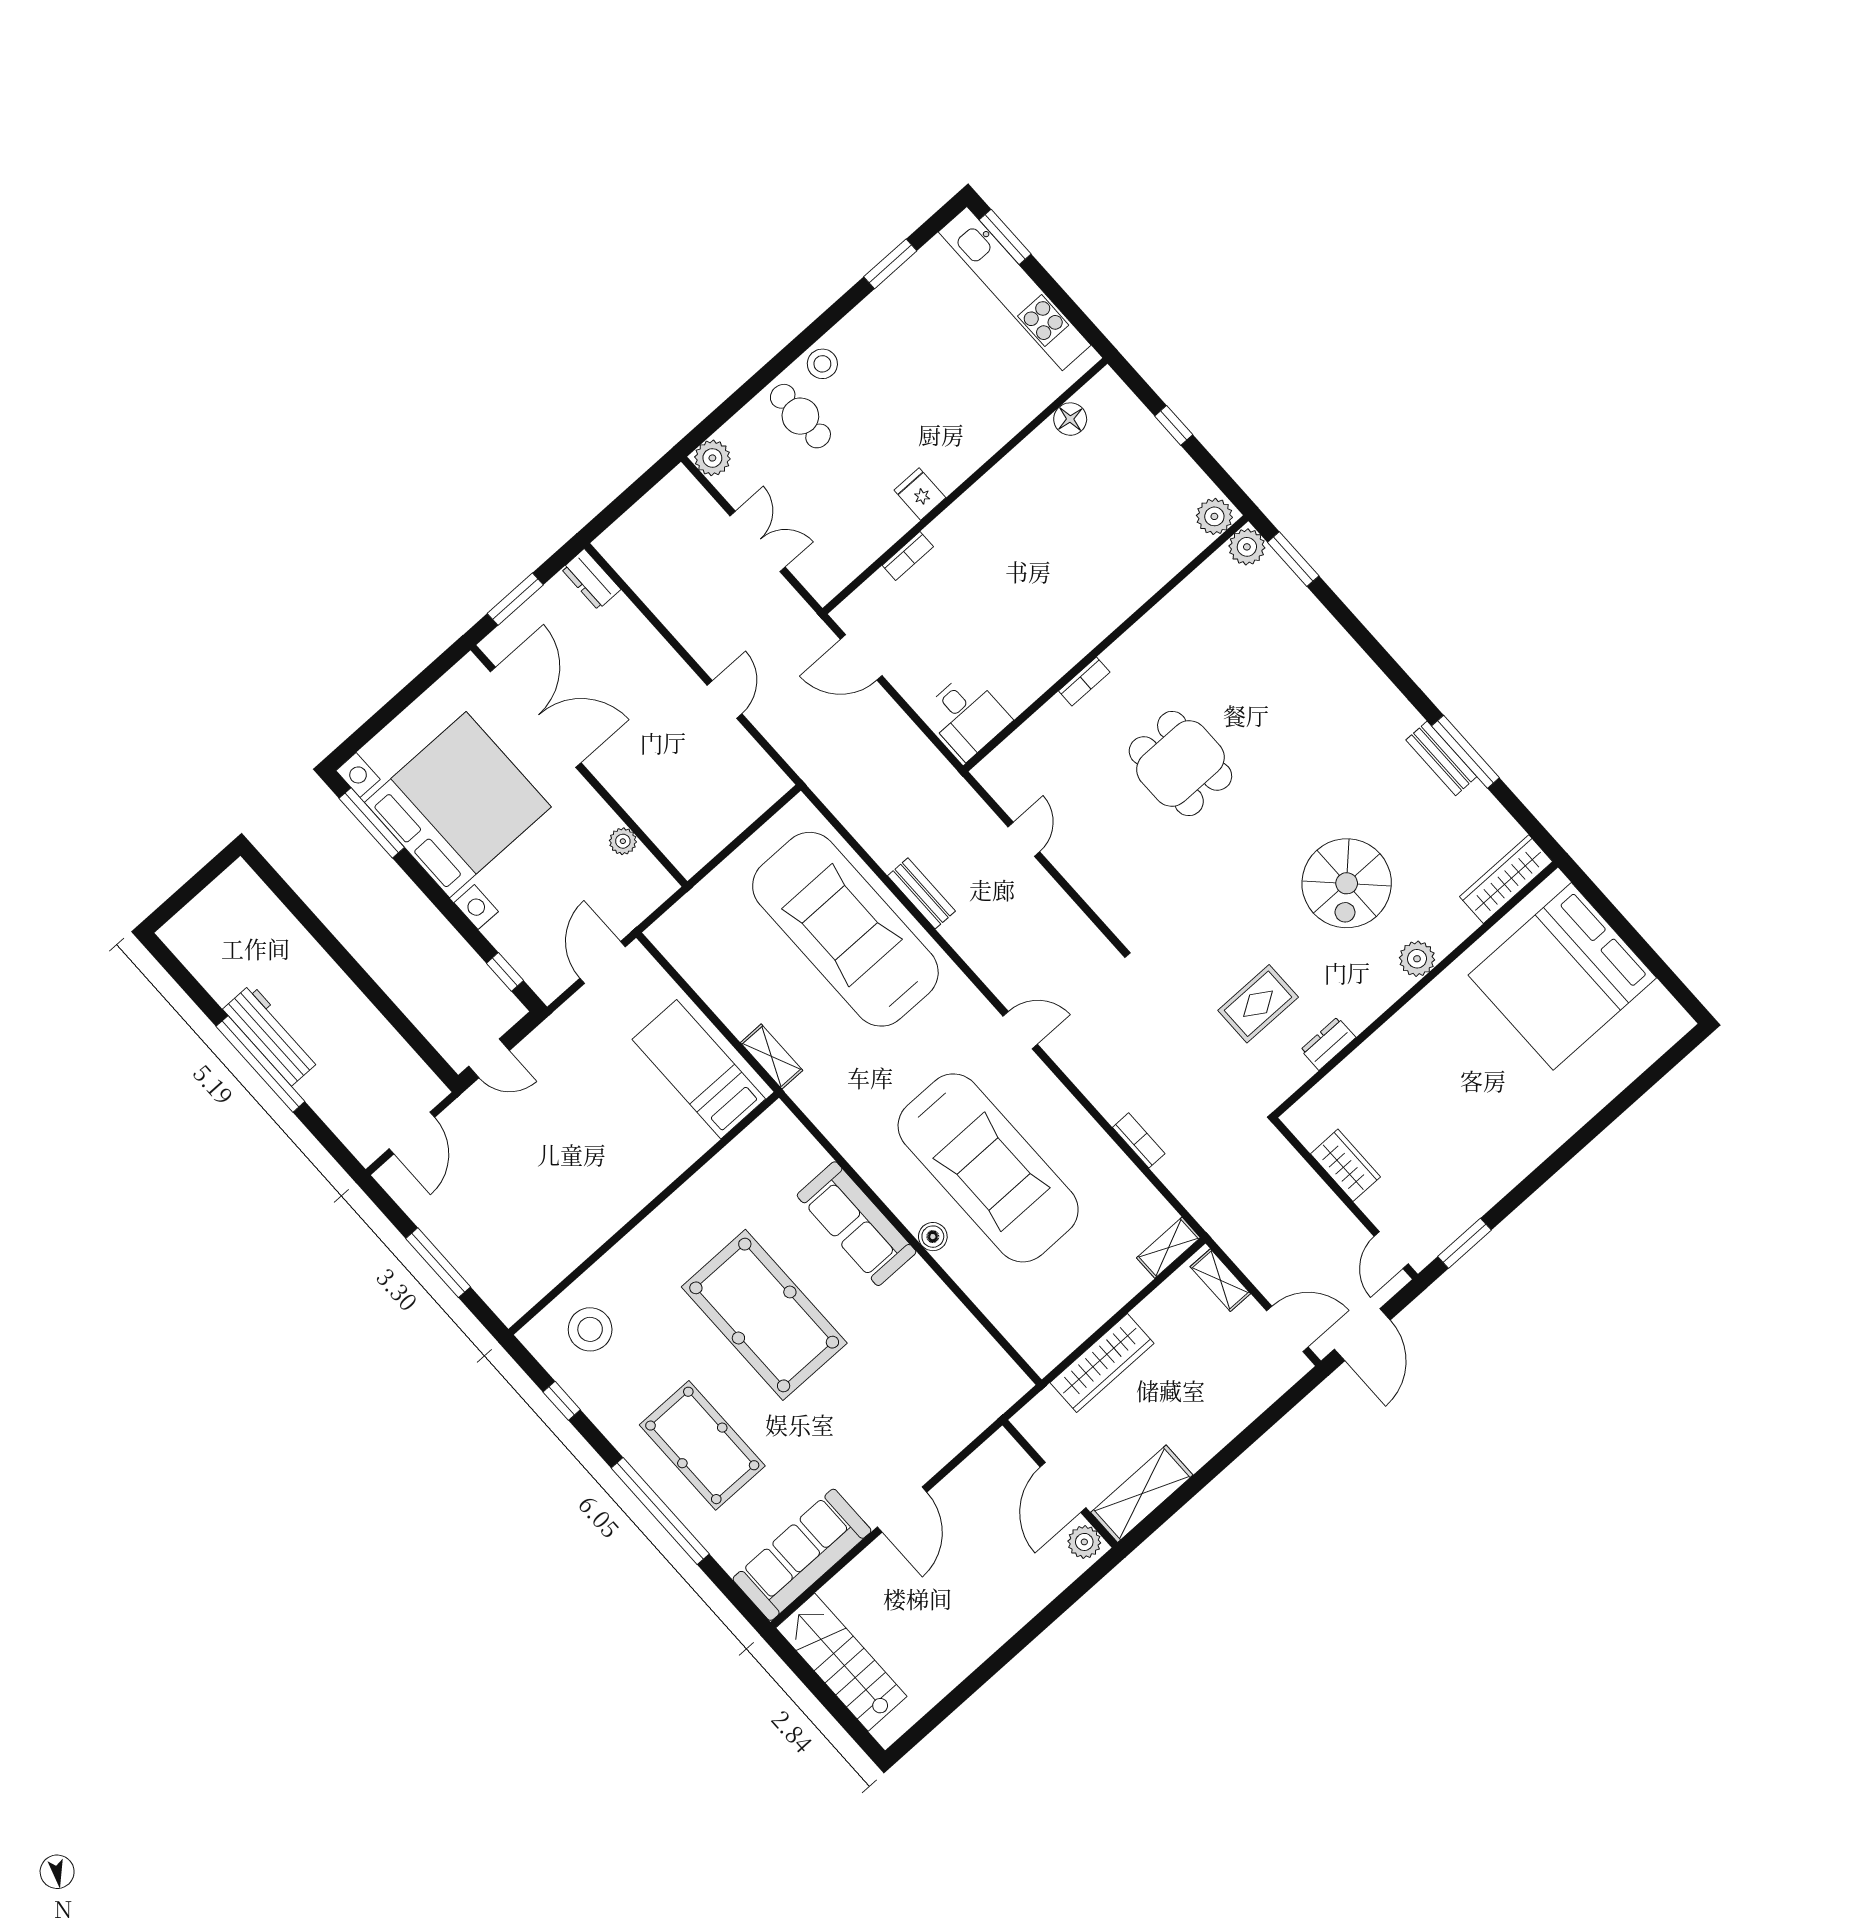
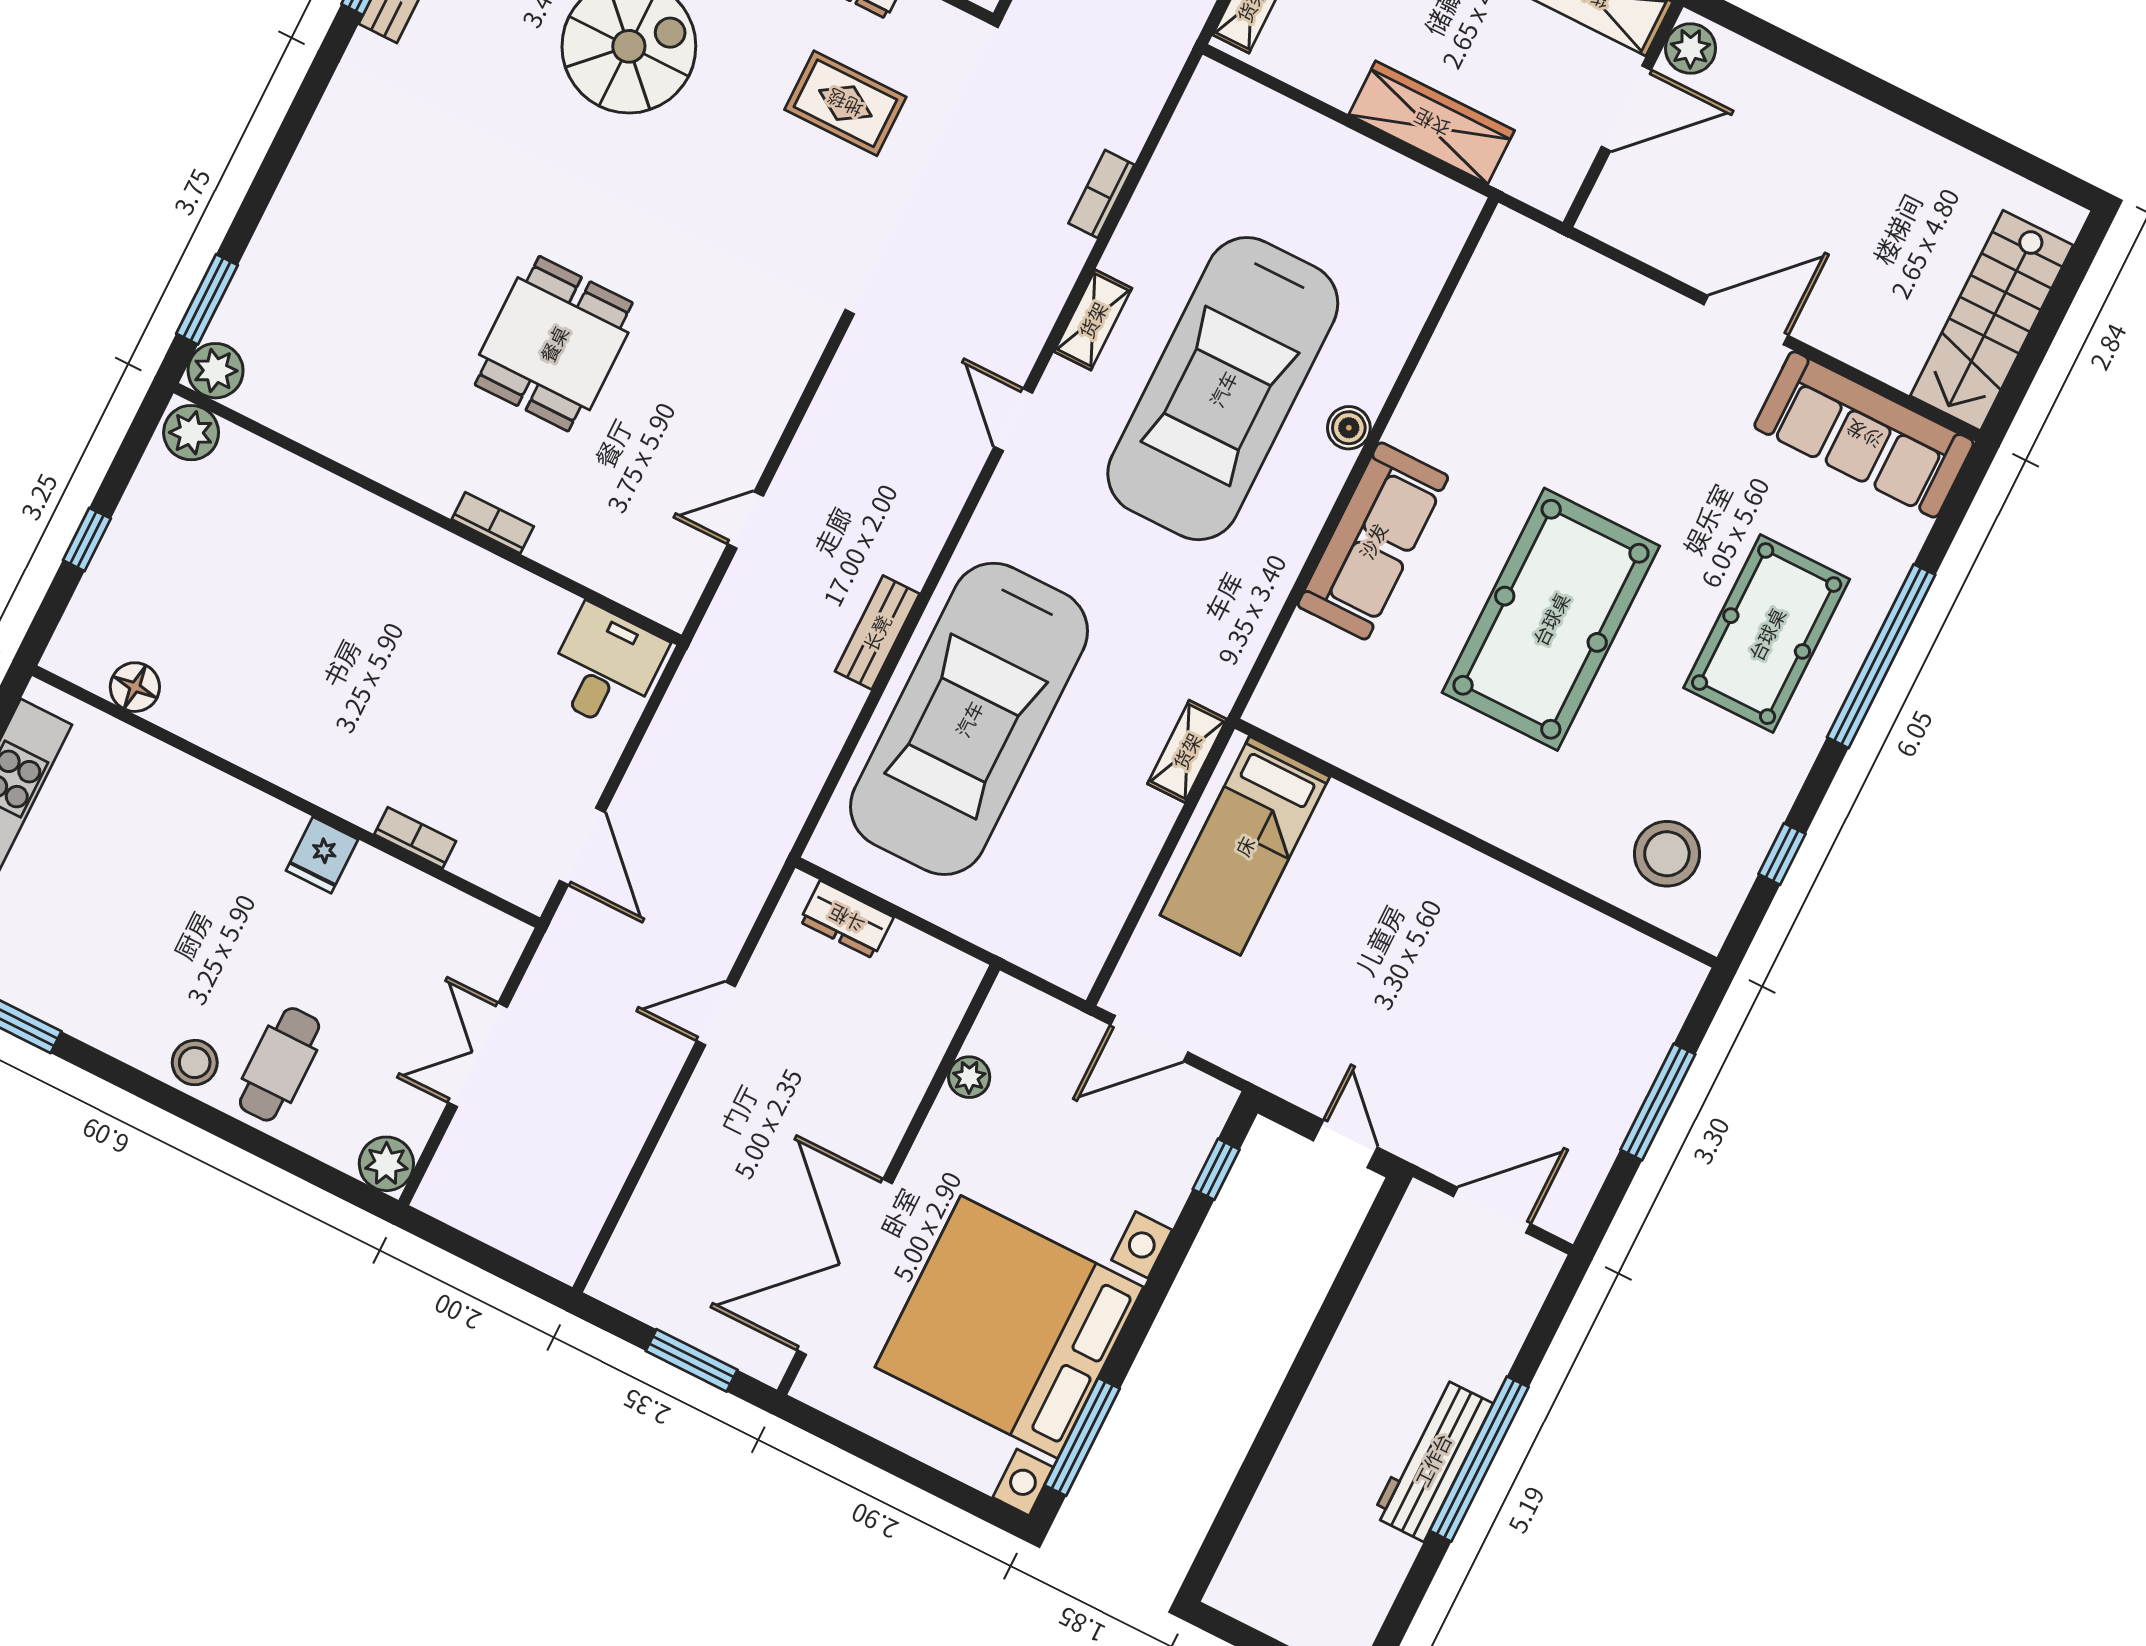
dresser: (591, 579) -> (847, 919), moved, turned 90
car: (988, 1168) -> (1223, 389), turned 180
shelving: (1168, 1248) -> (1093, 320), moved, turned 90

